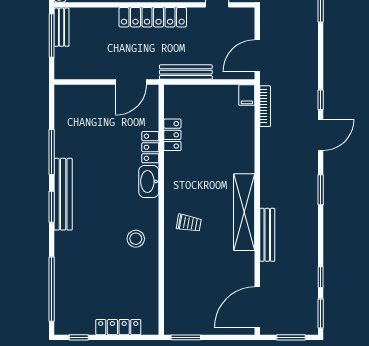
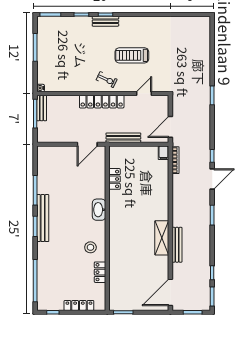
locker: (150, 147) -> (100, 272), moved
shelving: (244, 212) -> (162, 238), width x0.68
trolley: (189, 223) -> (125, 237), removed

